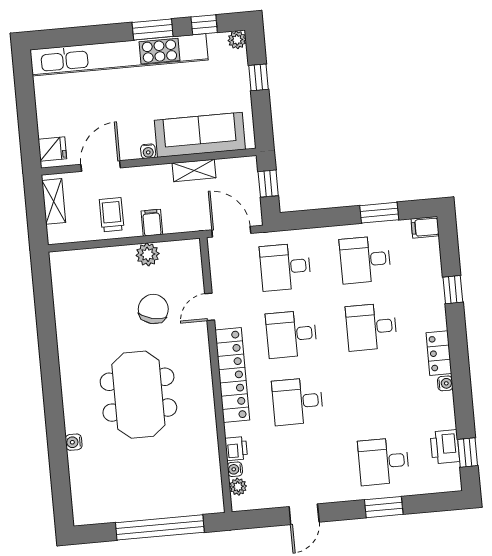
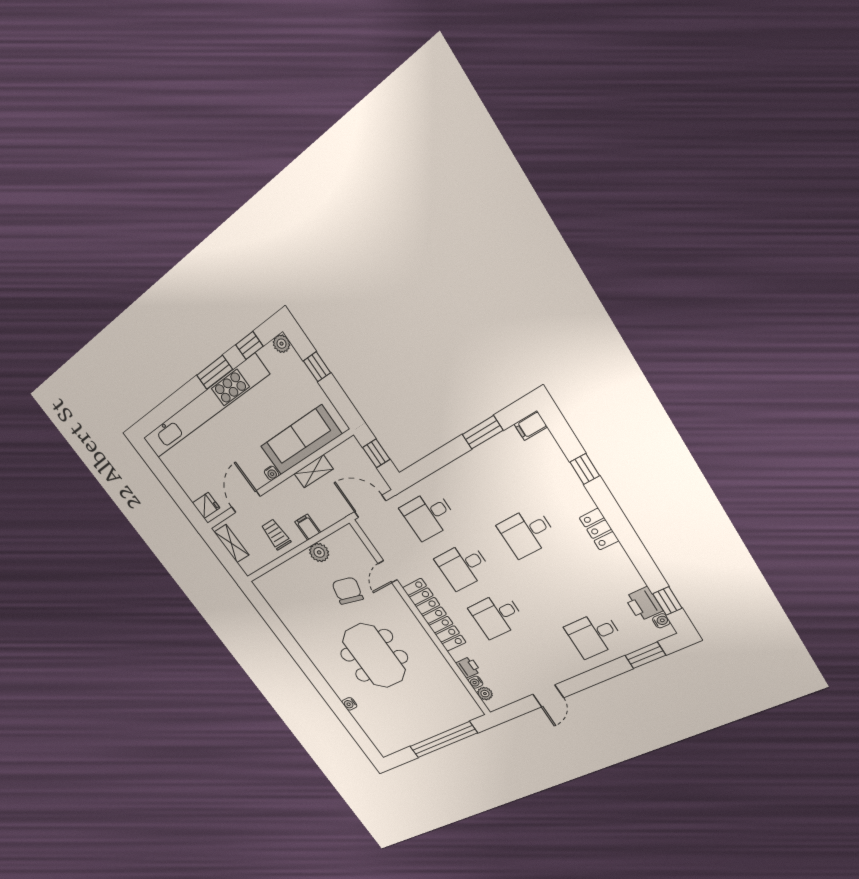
desk: (365, 260) -> (492, 479), removed
water cooler: (445, 383) -> (661, 621), moved
window: (384, 507) -> (645, 655), moved

